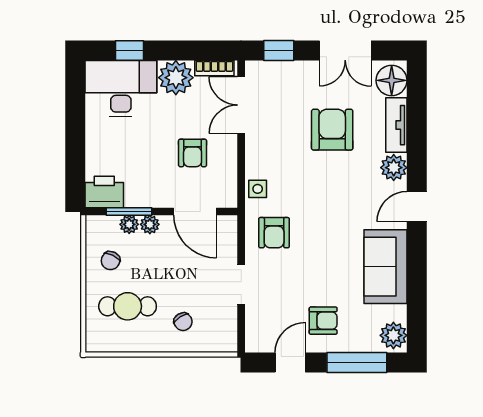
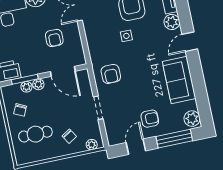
side table: (258, 189) -> (126, 36), moved
plant: (217, 344) -> (92, 145), added

